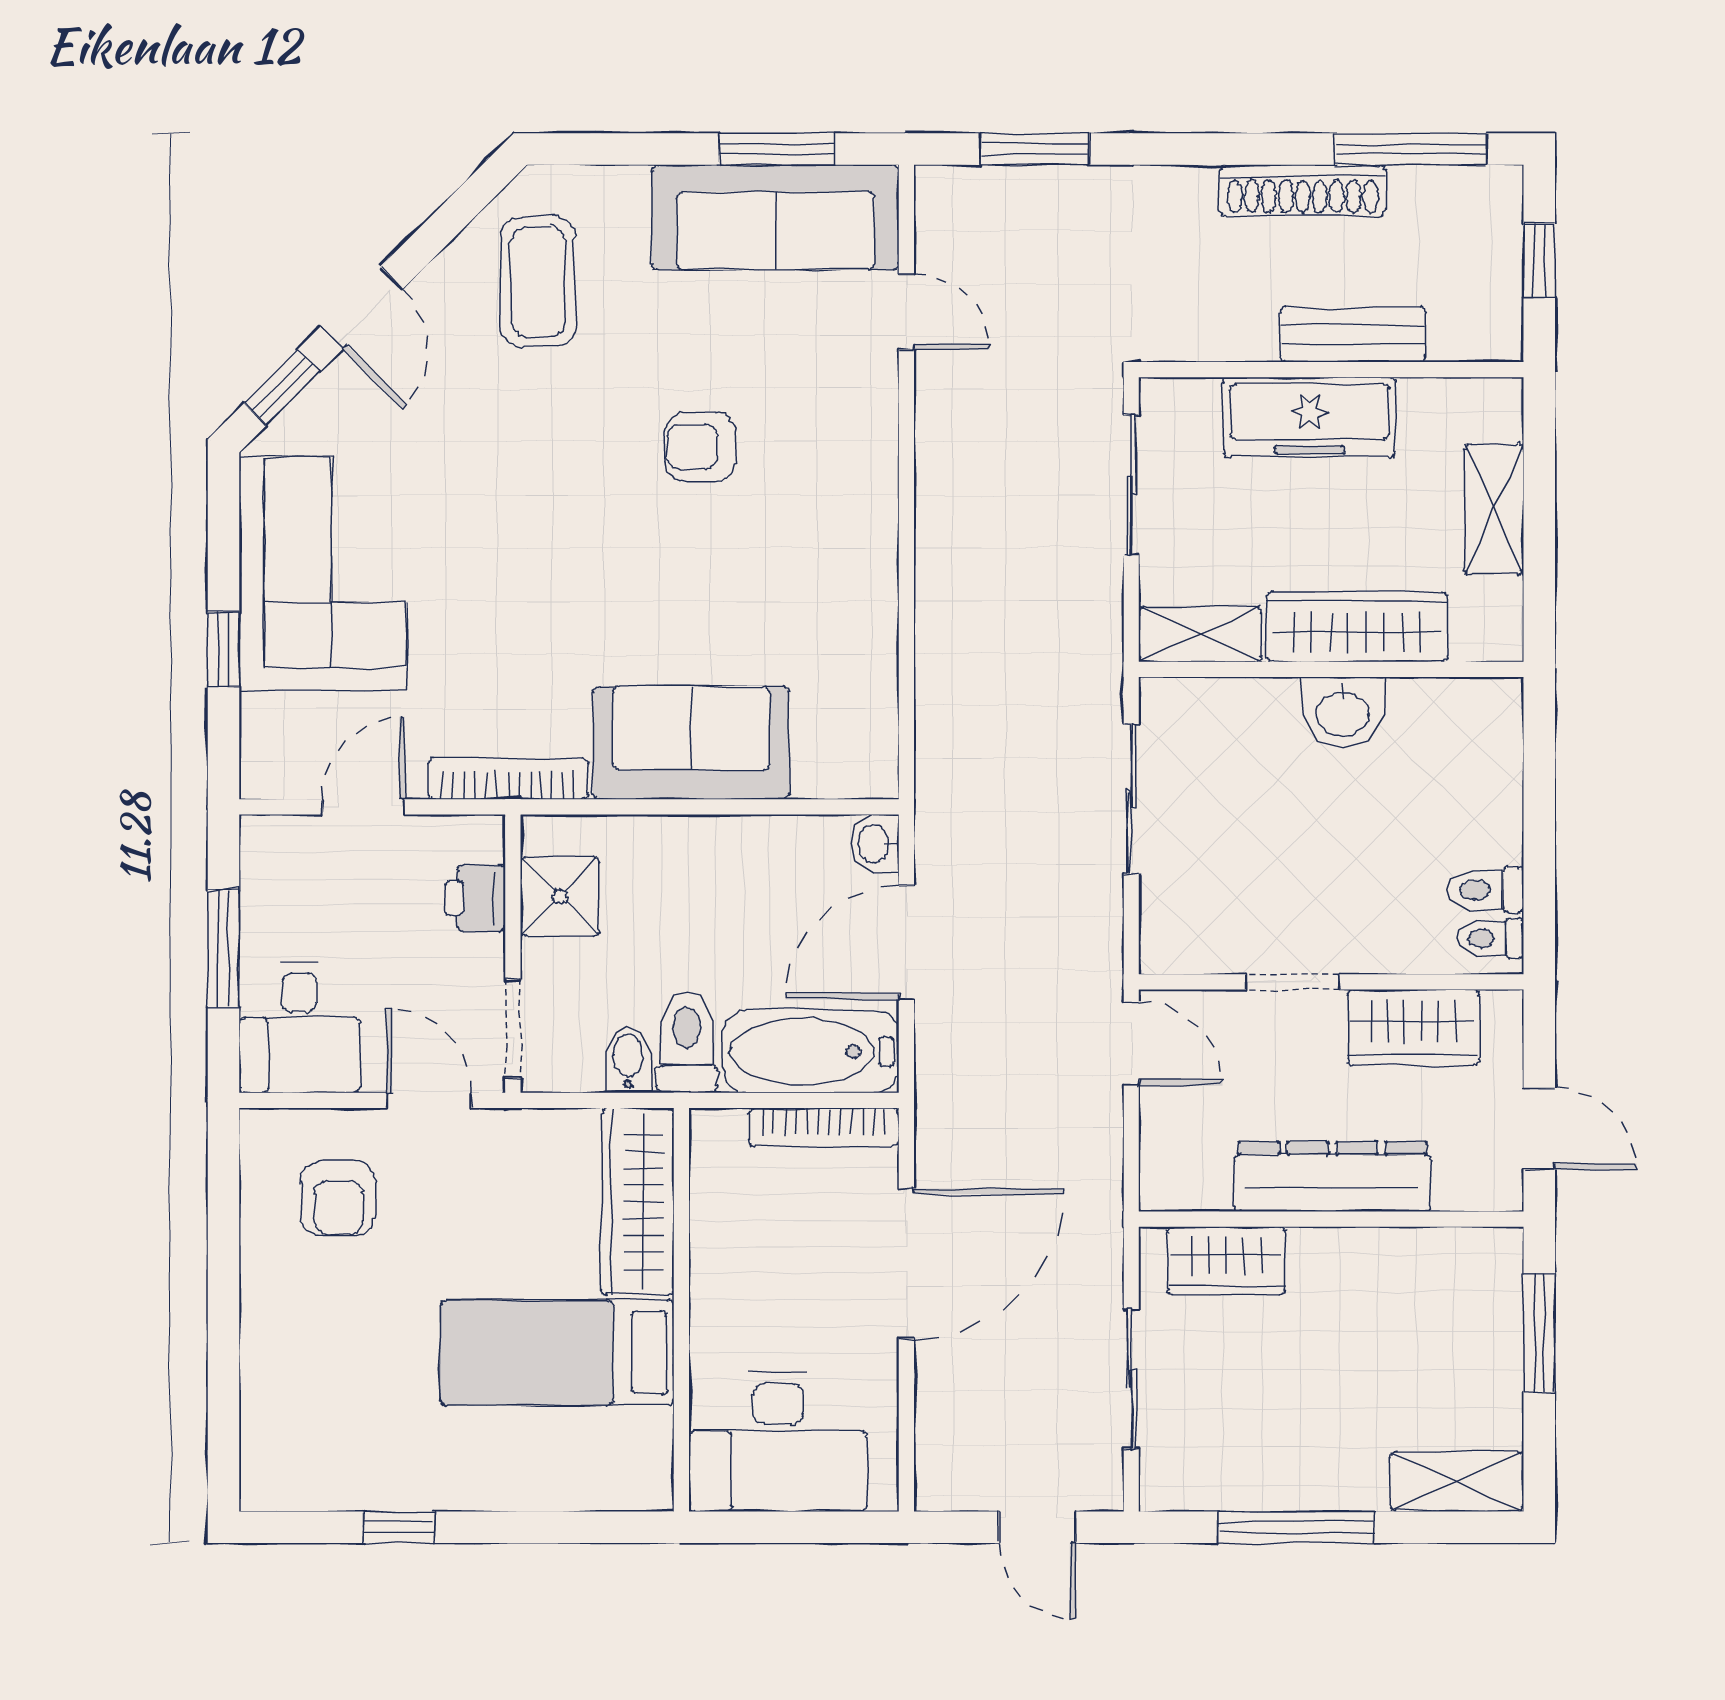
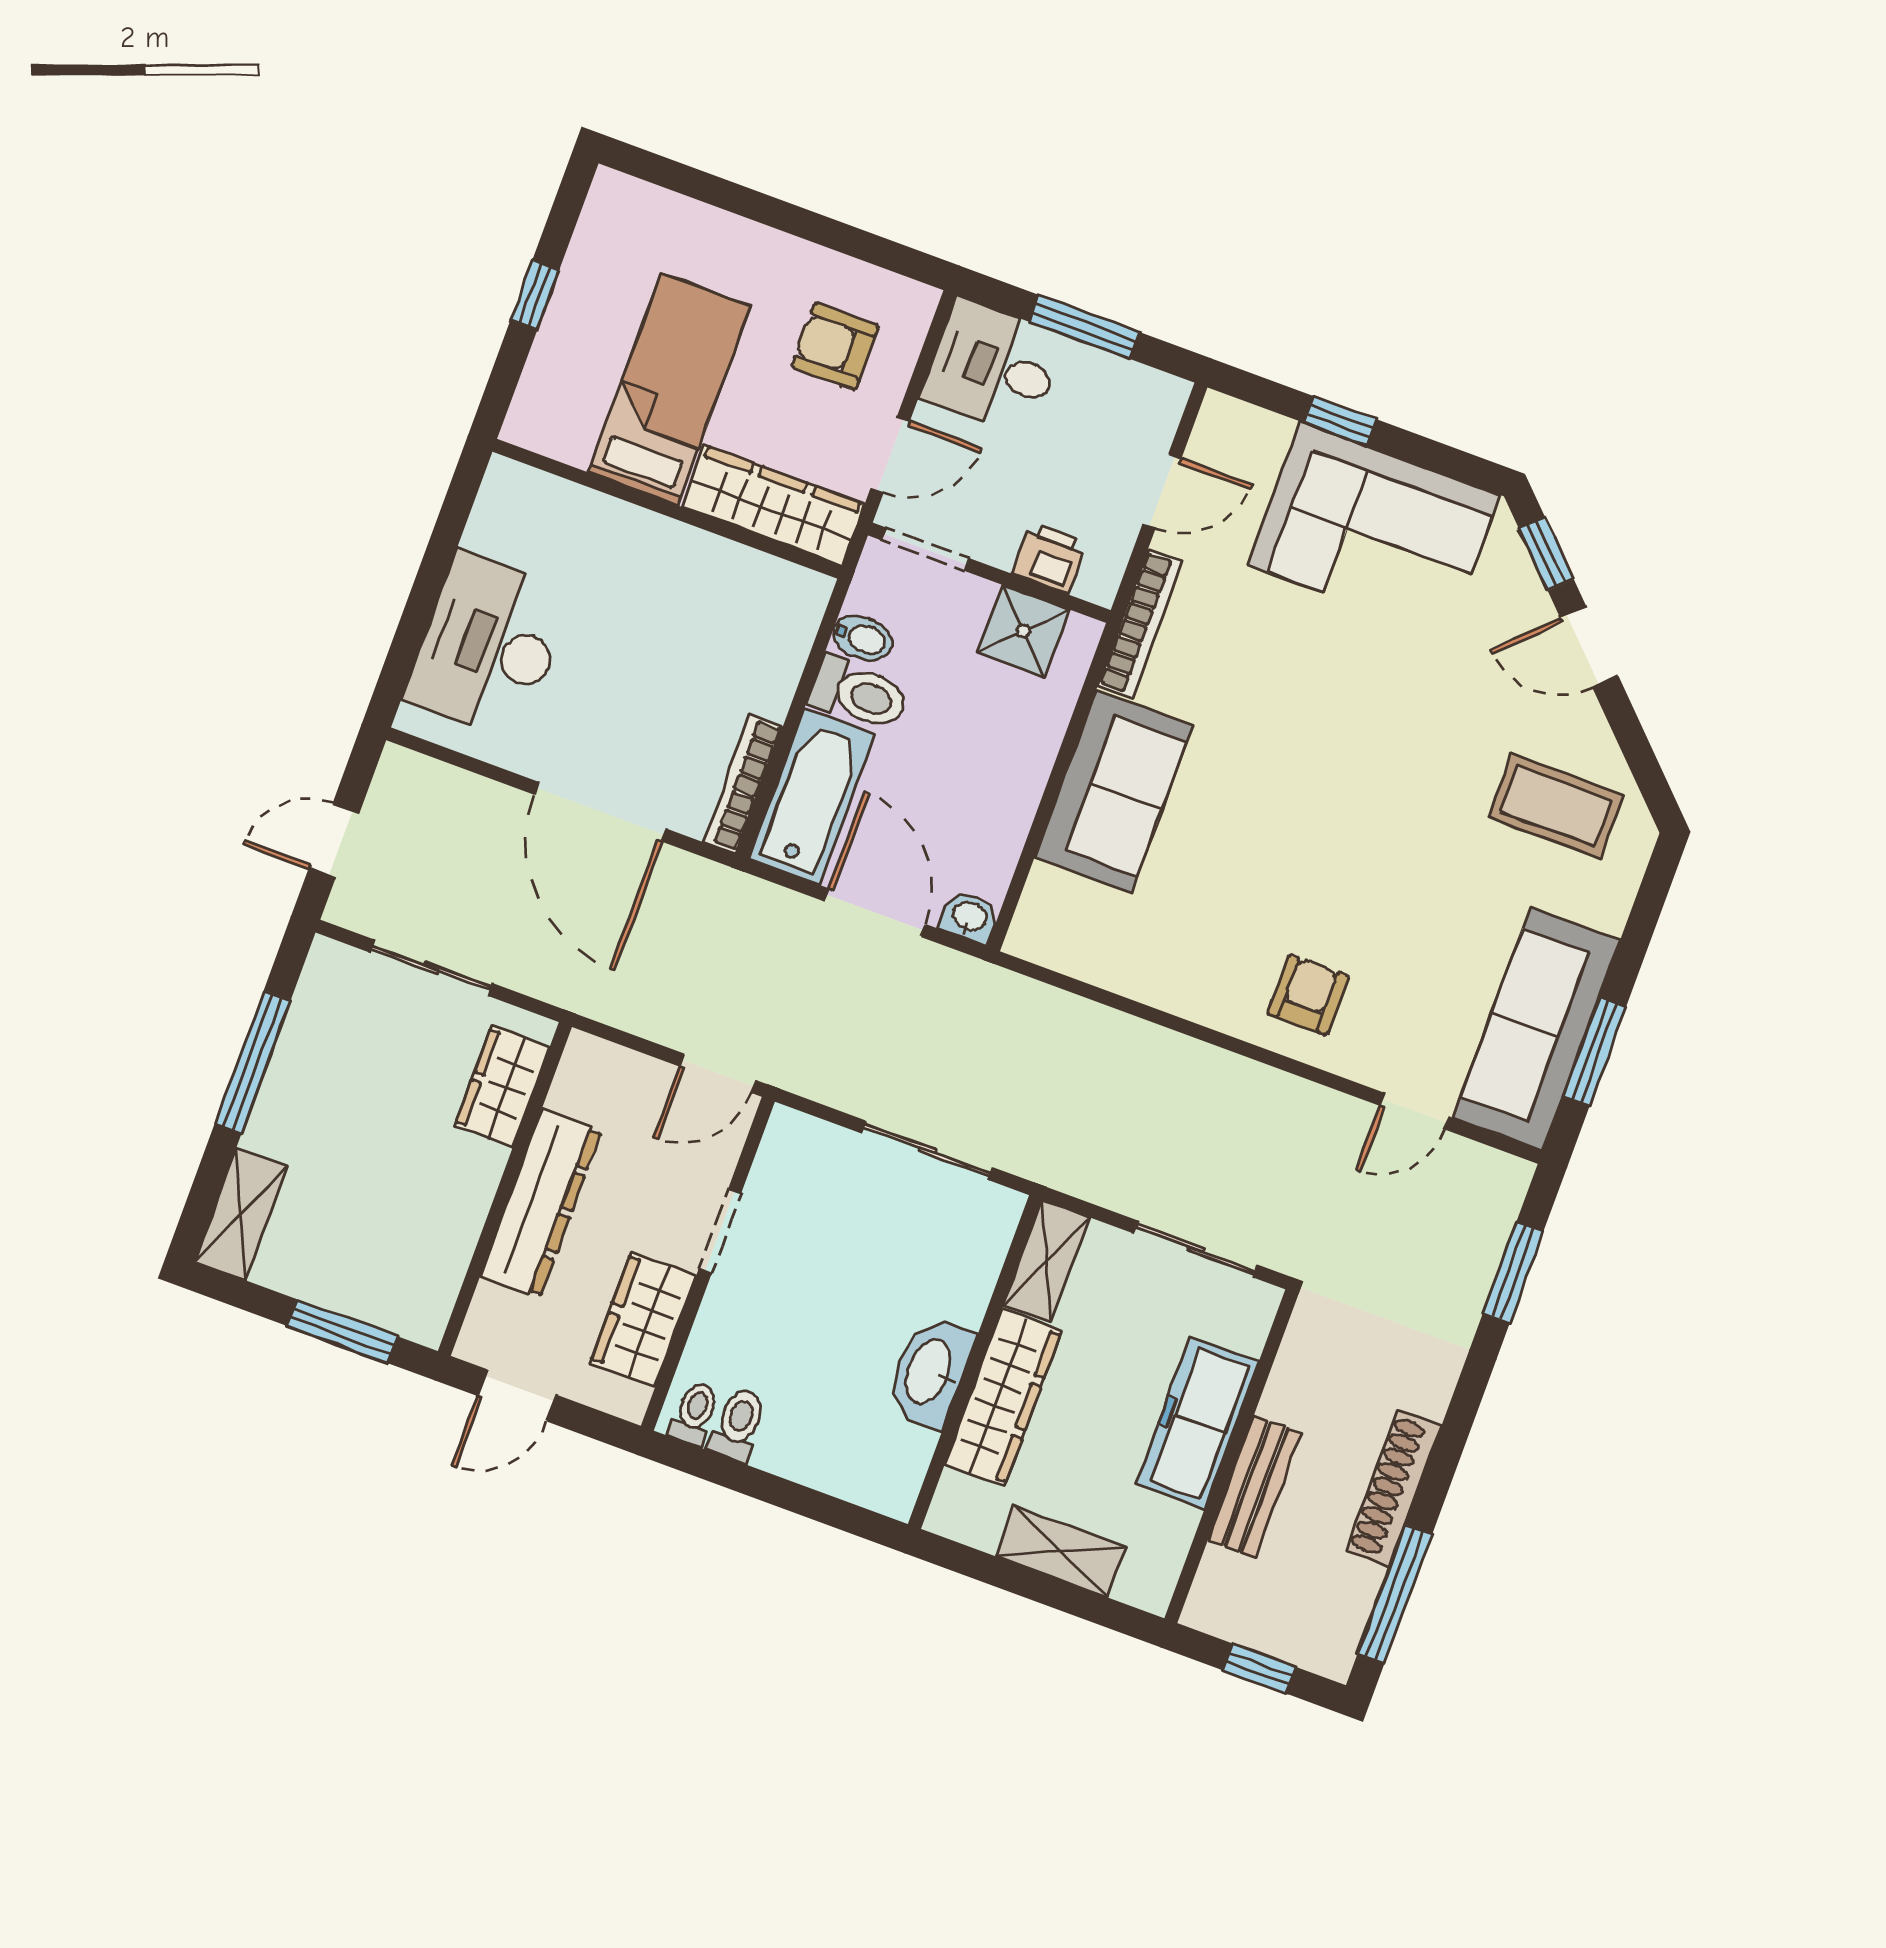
armchair: (700, 447) -> (1308, 995), moved
washbasin: (1343, 712) -> (930, 1372), width x1.38
door: (364, 807) -> (1162, 491), hinge flipped
wardrobe: (638, 1202) -> (773, 505), moved
wall: (681, 1310) -> (667, 509), moved
bed: (557, 1353) -> (669, 389), moved

